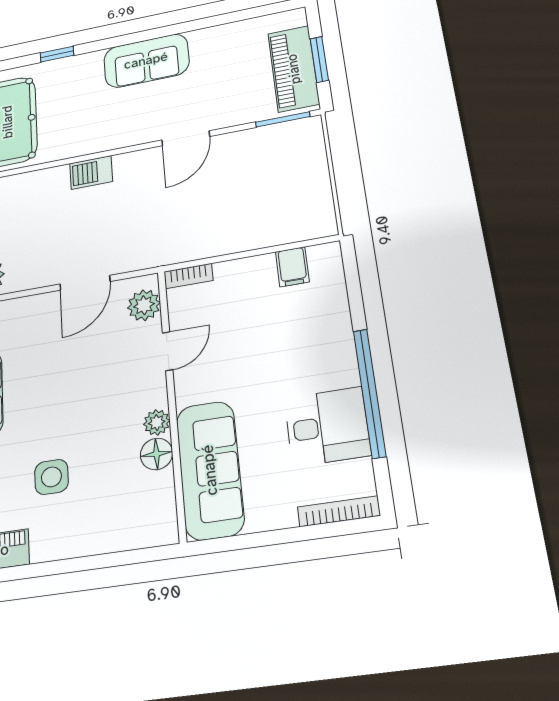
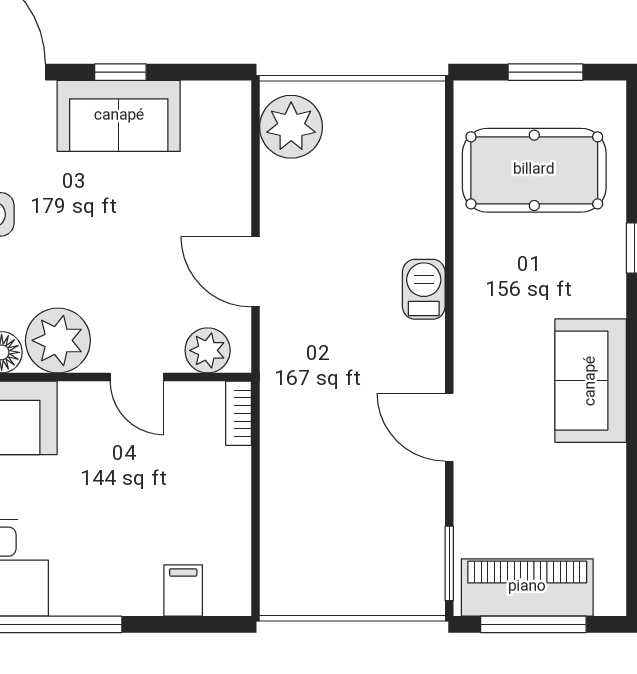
window: (319, 59) -> (533, 624), width x1.44
filing cabinet: (292, 267) -> (183, 590), moved, turned 90
plant: (157, 422) -> (58, 340), width x1.88, depth x1.88

